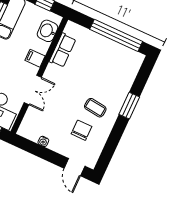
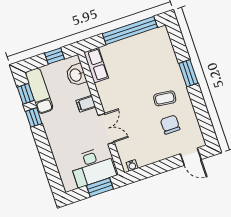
row of seats: (63, 50) -> (96, 65), moved
water cooler: (43, 141) -> (132, 165), moved

